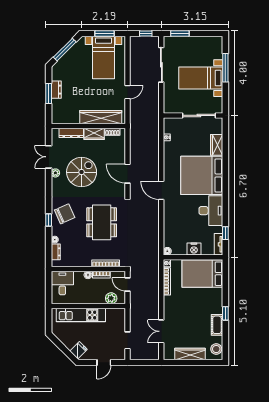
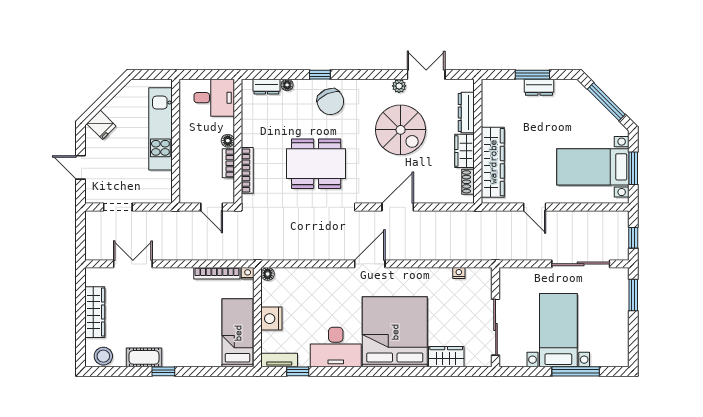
bed: (202, 274) -> (238, 333), width x0.67
door: (127, 285) -> (212, 207), swing flipped
plant: (111, 298) -> (189, 180), removed

